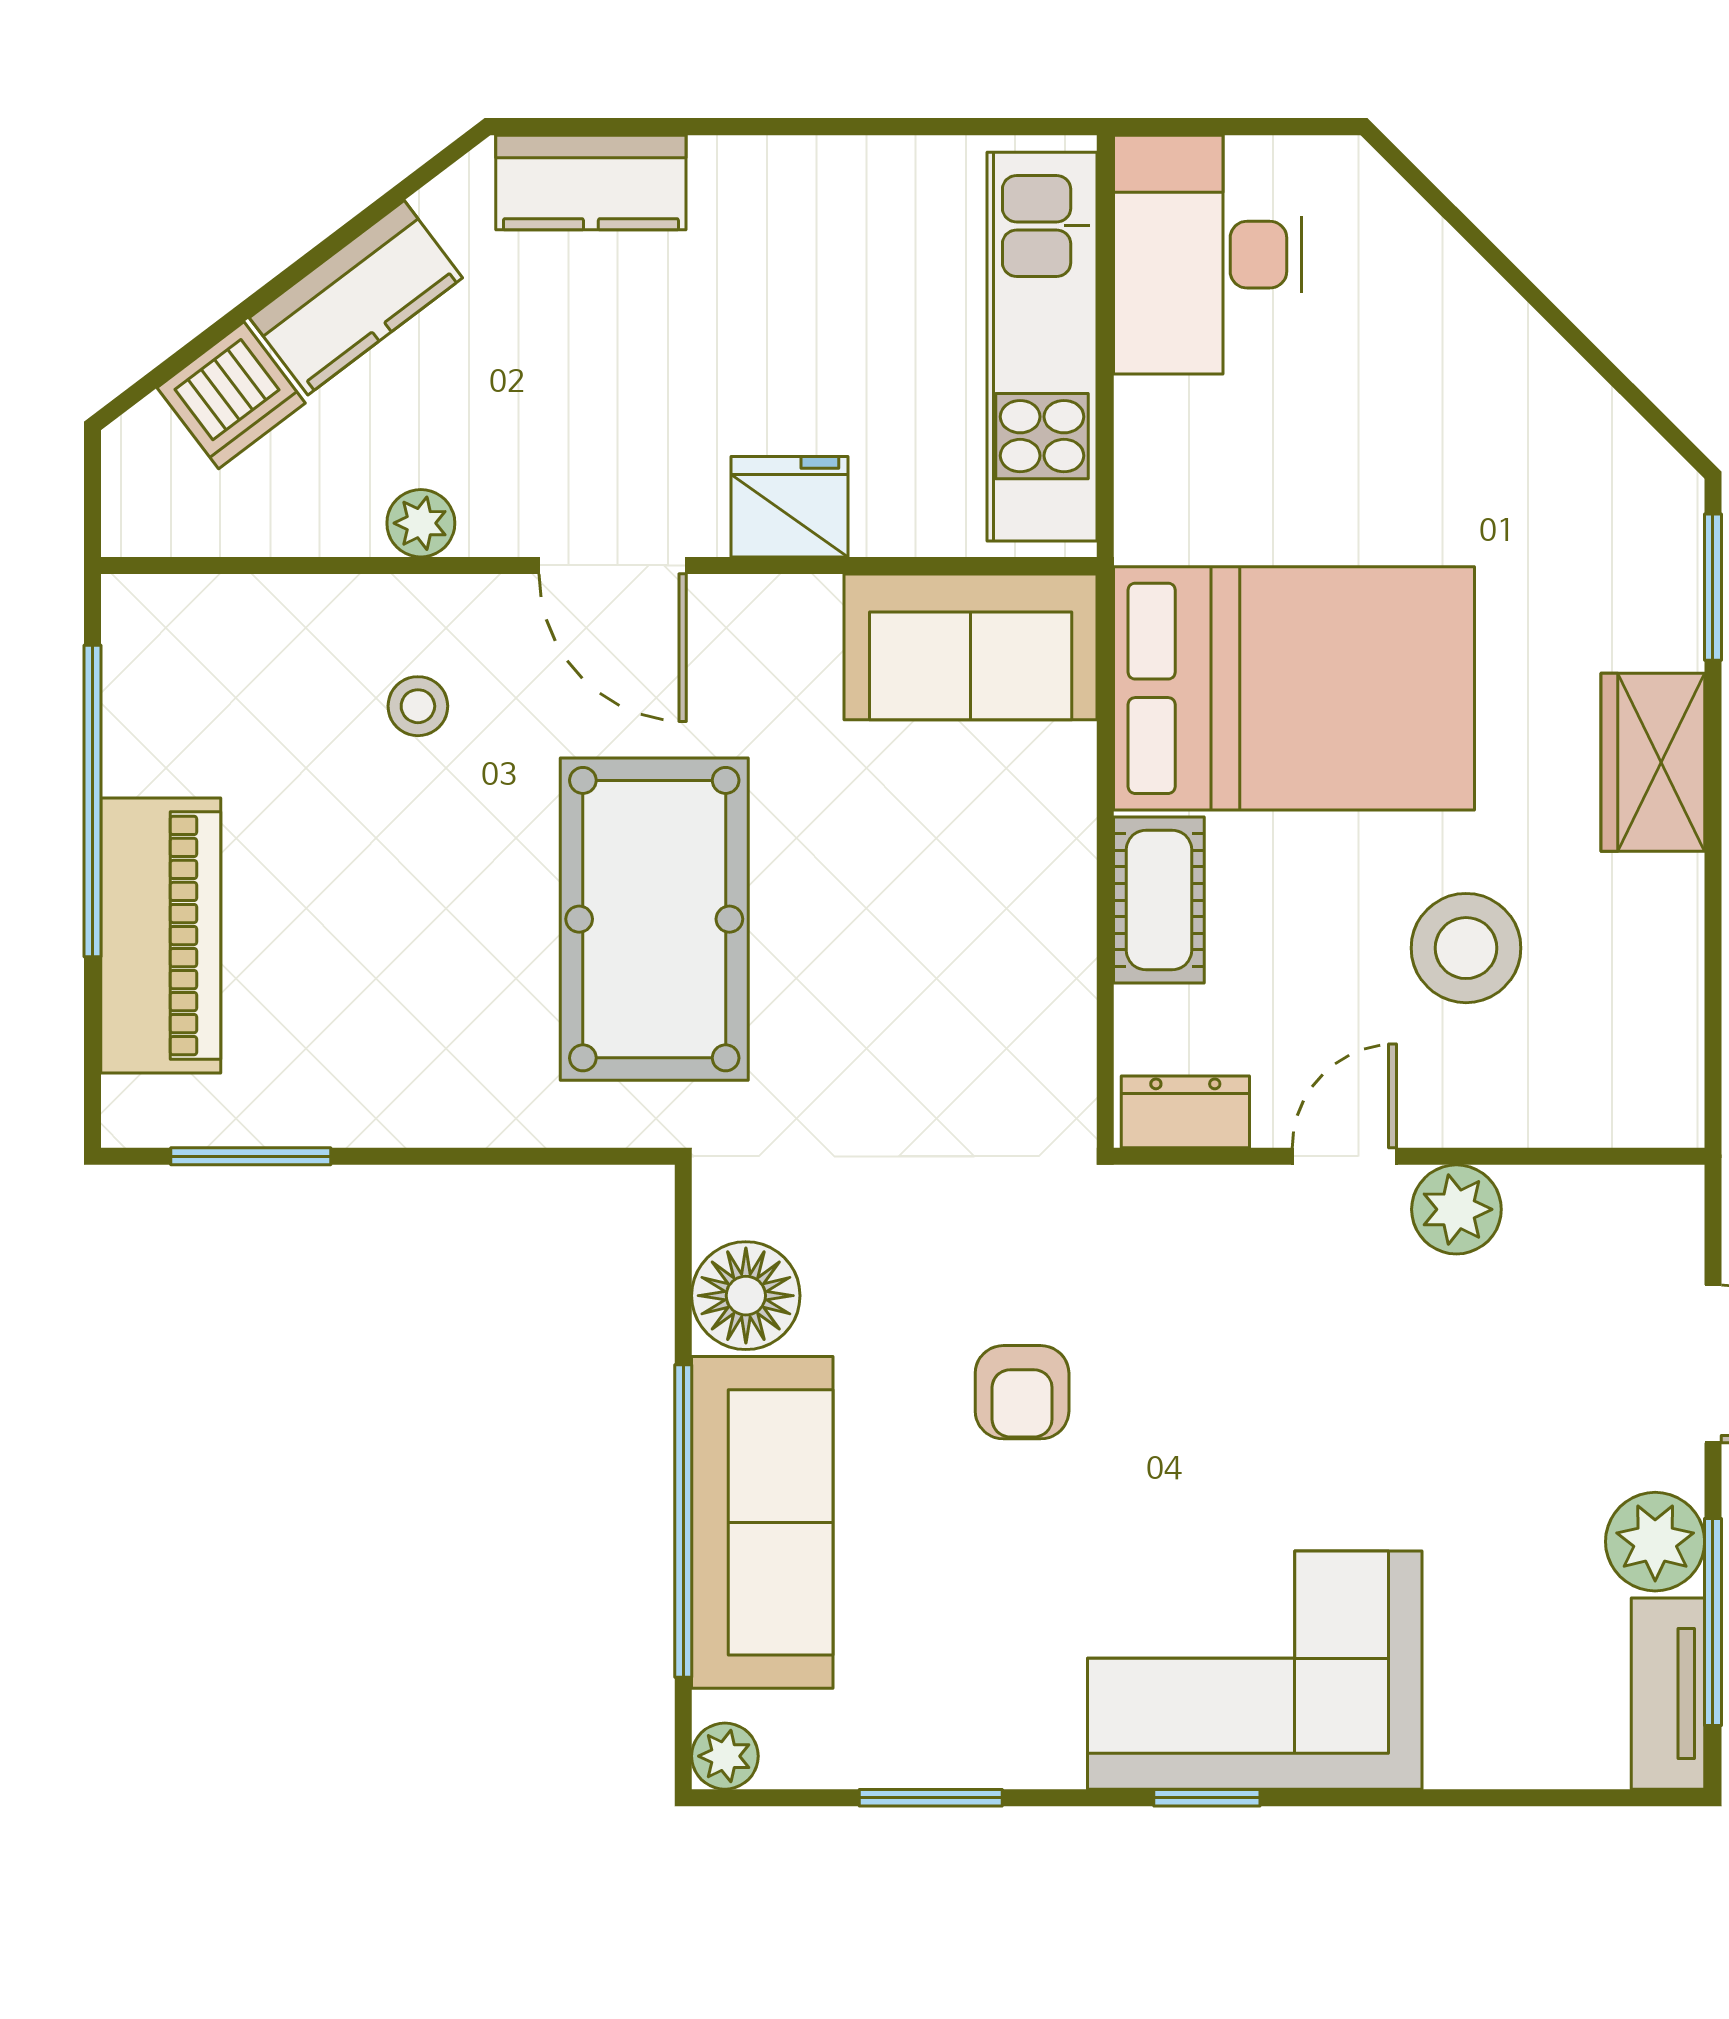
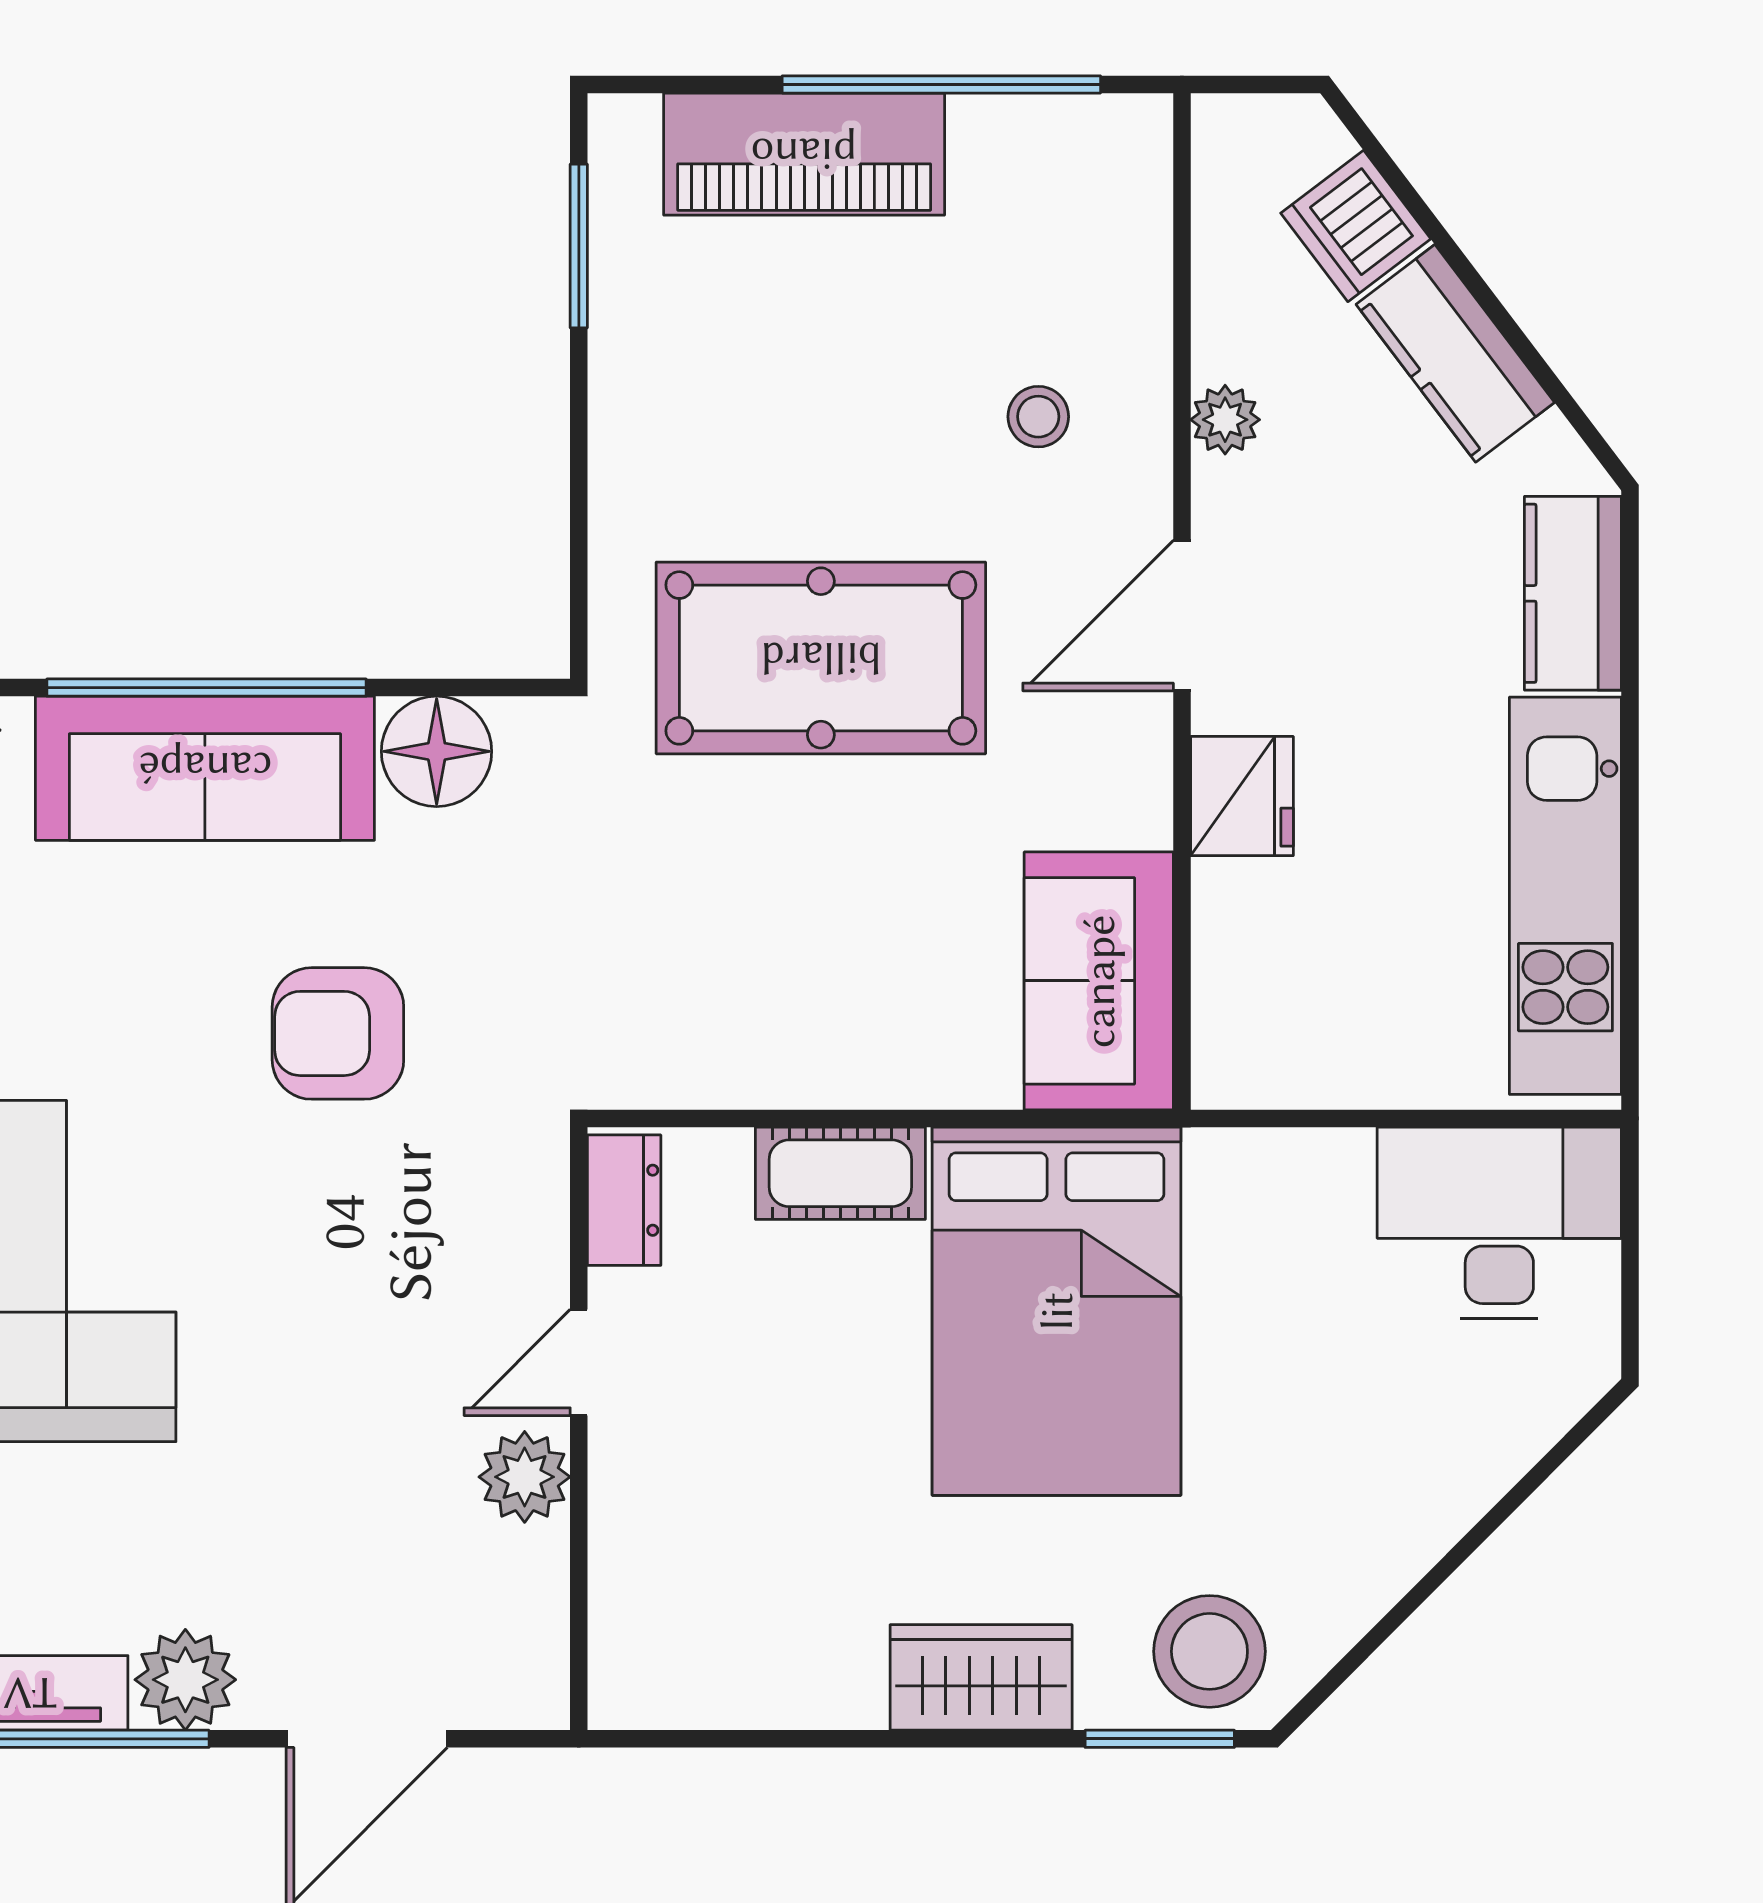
kitchen unit: (1042, 347) -> (1565, 896), moved, turned -90
stool: (1466, 948) -> (1209, 1651), moved
door: (1344, 1156) -> (579, 1362), swing flipped
armchair: (1022, 1392) -> (338, 1033), width x1.38, depth x1.38

